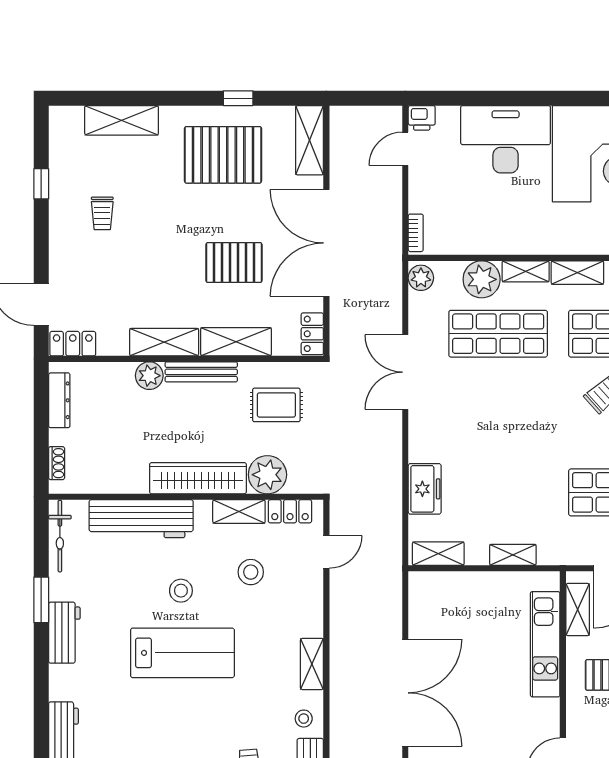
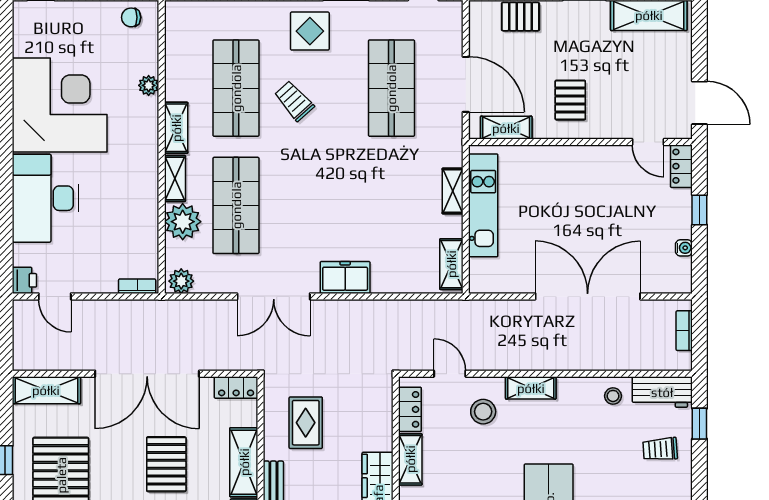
plant: (267, 475) -> (374, 431), removed
freezer: (425, 489) -> (345, 277), moved
stool: (251, 572) -> (483, 412), moved
kitchen unit: (545, 644) -> (483, 205), moved, turned -90
shelving: (312, 664) -> (531, 388), moved

